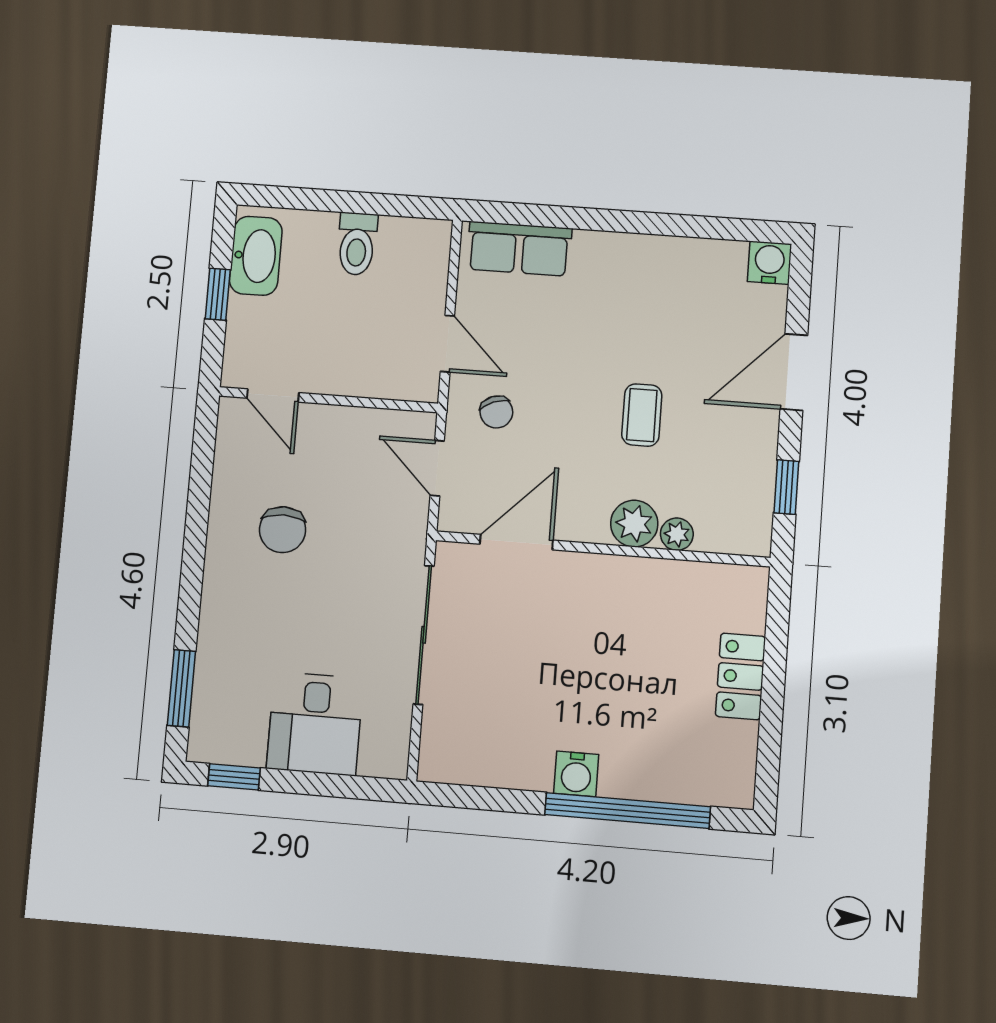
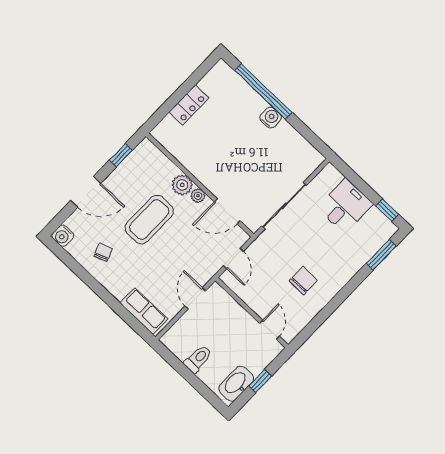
chair: (496, 412) -> (103, 252), moved
coffee table: (642, 415) -> (149, 220), width x1.86, depth x1.72
plant: (677, 534) -> (198, 196), moved

